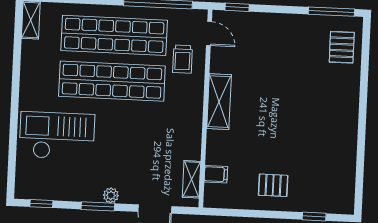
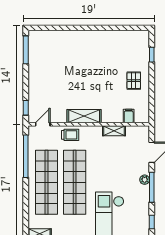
pallet: (342, 47) -> (47, 43), removed
trolley: (182, 59) -> (70, 135), moved
shelving: (192, 179) -> (114, 131), moved
window: (98, 206) -> (152, 187), width x1.44

